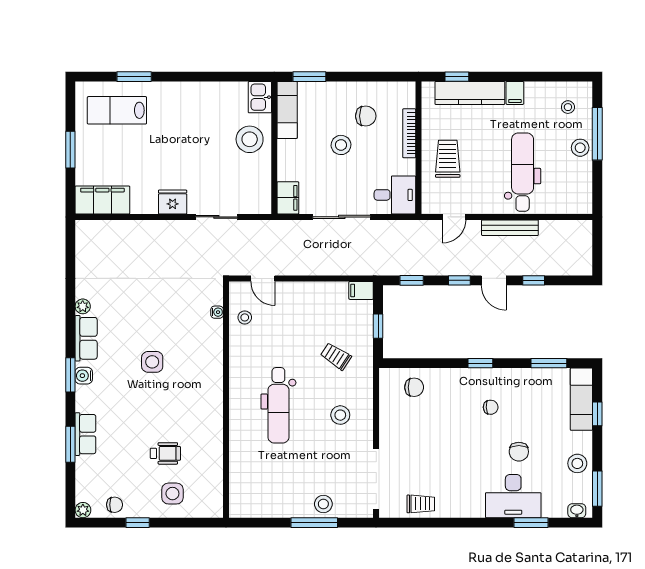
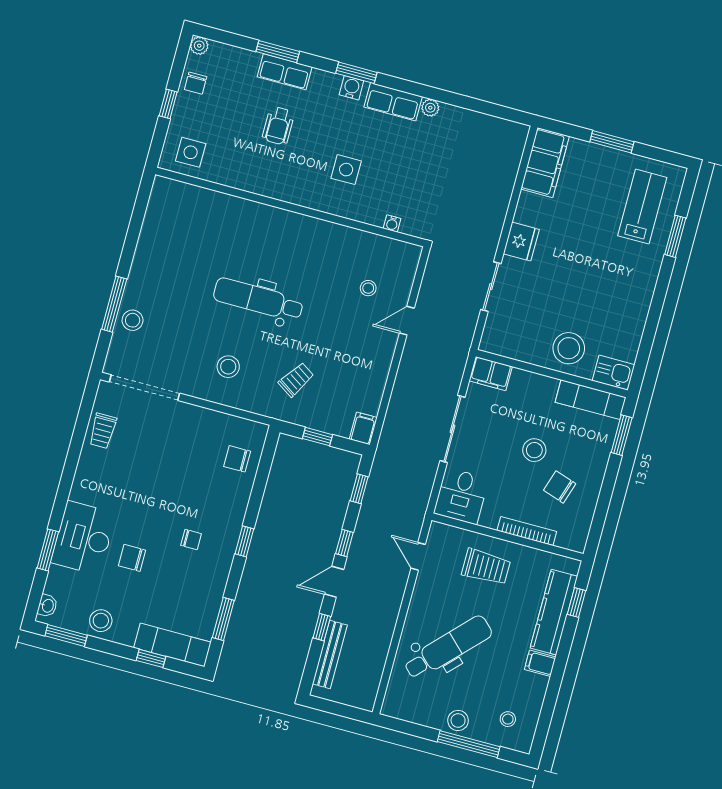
chair: (366, 116) -> (560, 487), turned 108
dental chair: (523, 172) -> (448, 648), turned -46
bench: (510, 228) -> (330, 655), moved
water cooler: (217, 312) -> (392, 223), moved
chair: (414, 387) -> (237, 459), turned 90
wall: (226, 400) -> (290, 207), moved
chair: (491, 407) -> (191, 540), turned -87
wheelchair: (165, 453) -> (278, 126), moved

